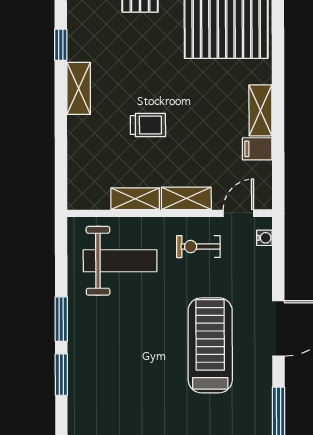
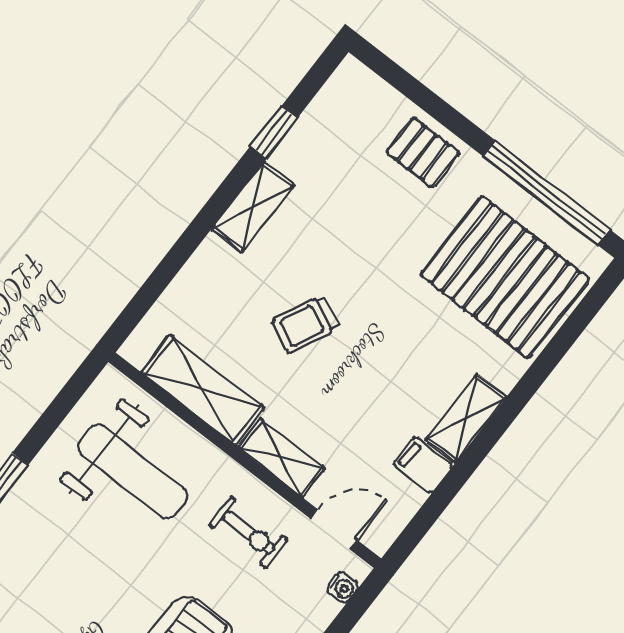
trolley: (148, 125) -> (306, 324), turned 115
shelving: (135, 199) -> (203, 390), width x1.50, depth x1.33
exercise bike: (198, 247) -> (248, 532), turned 180

